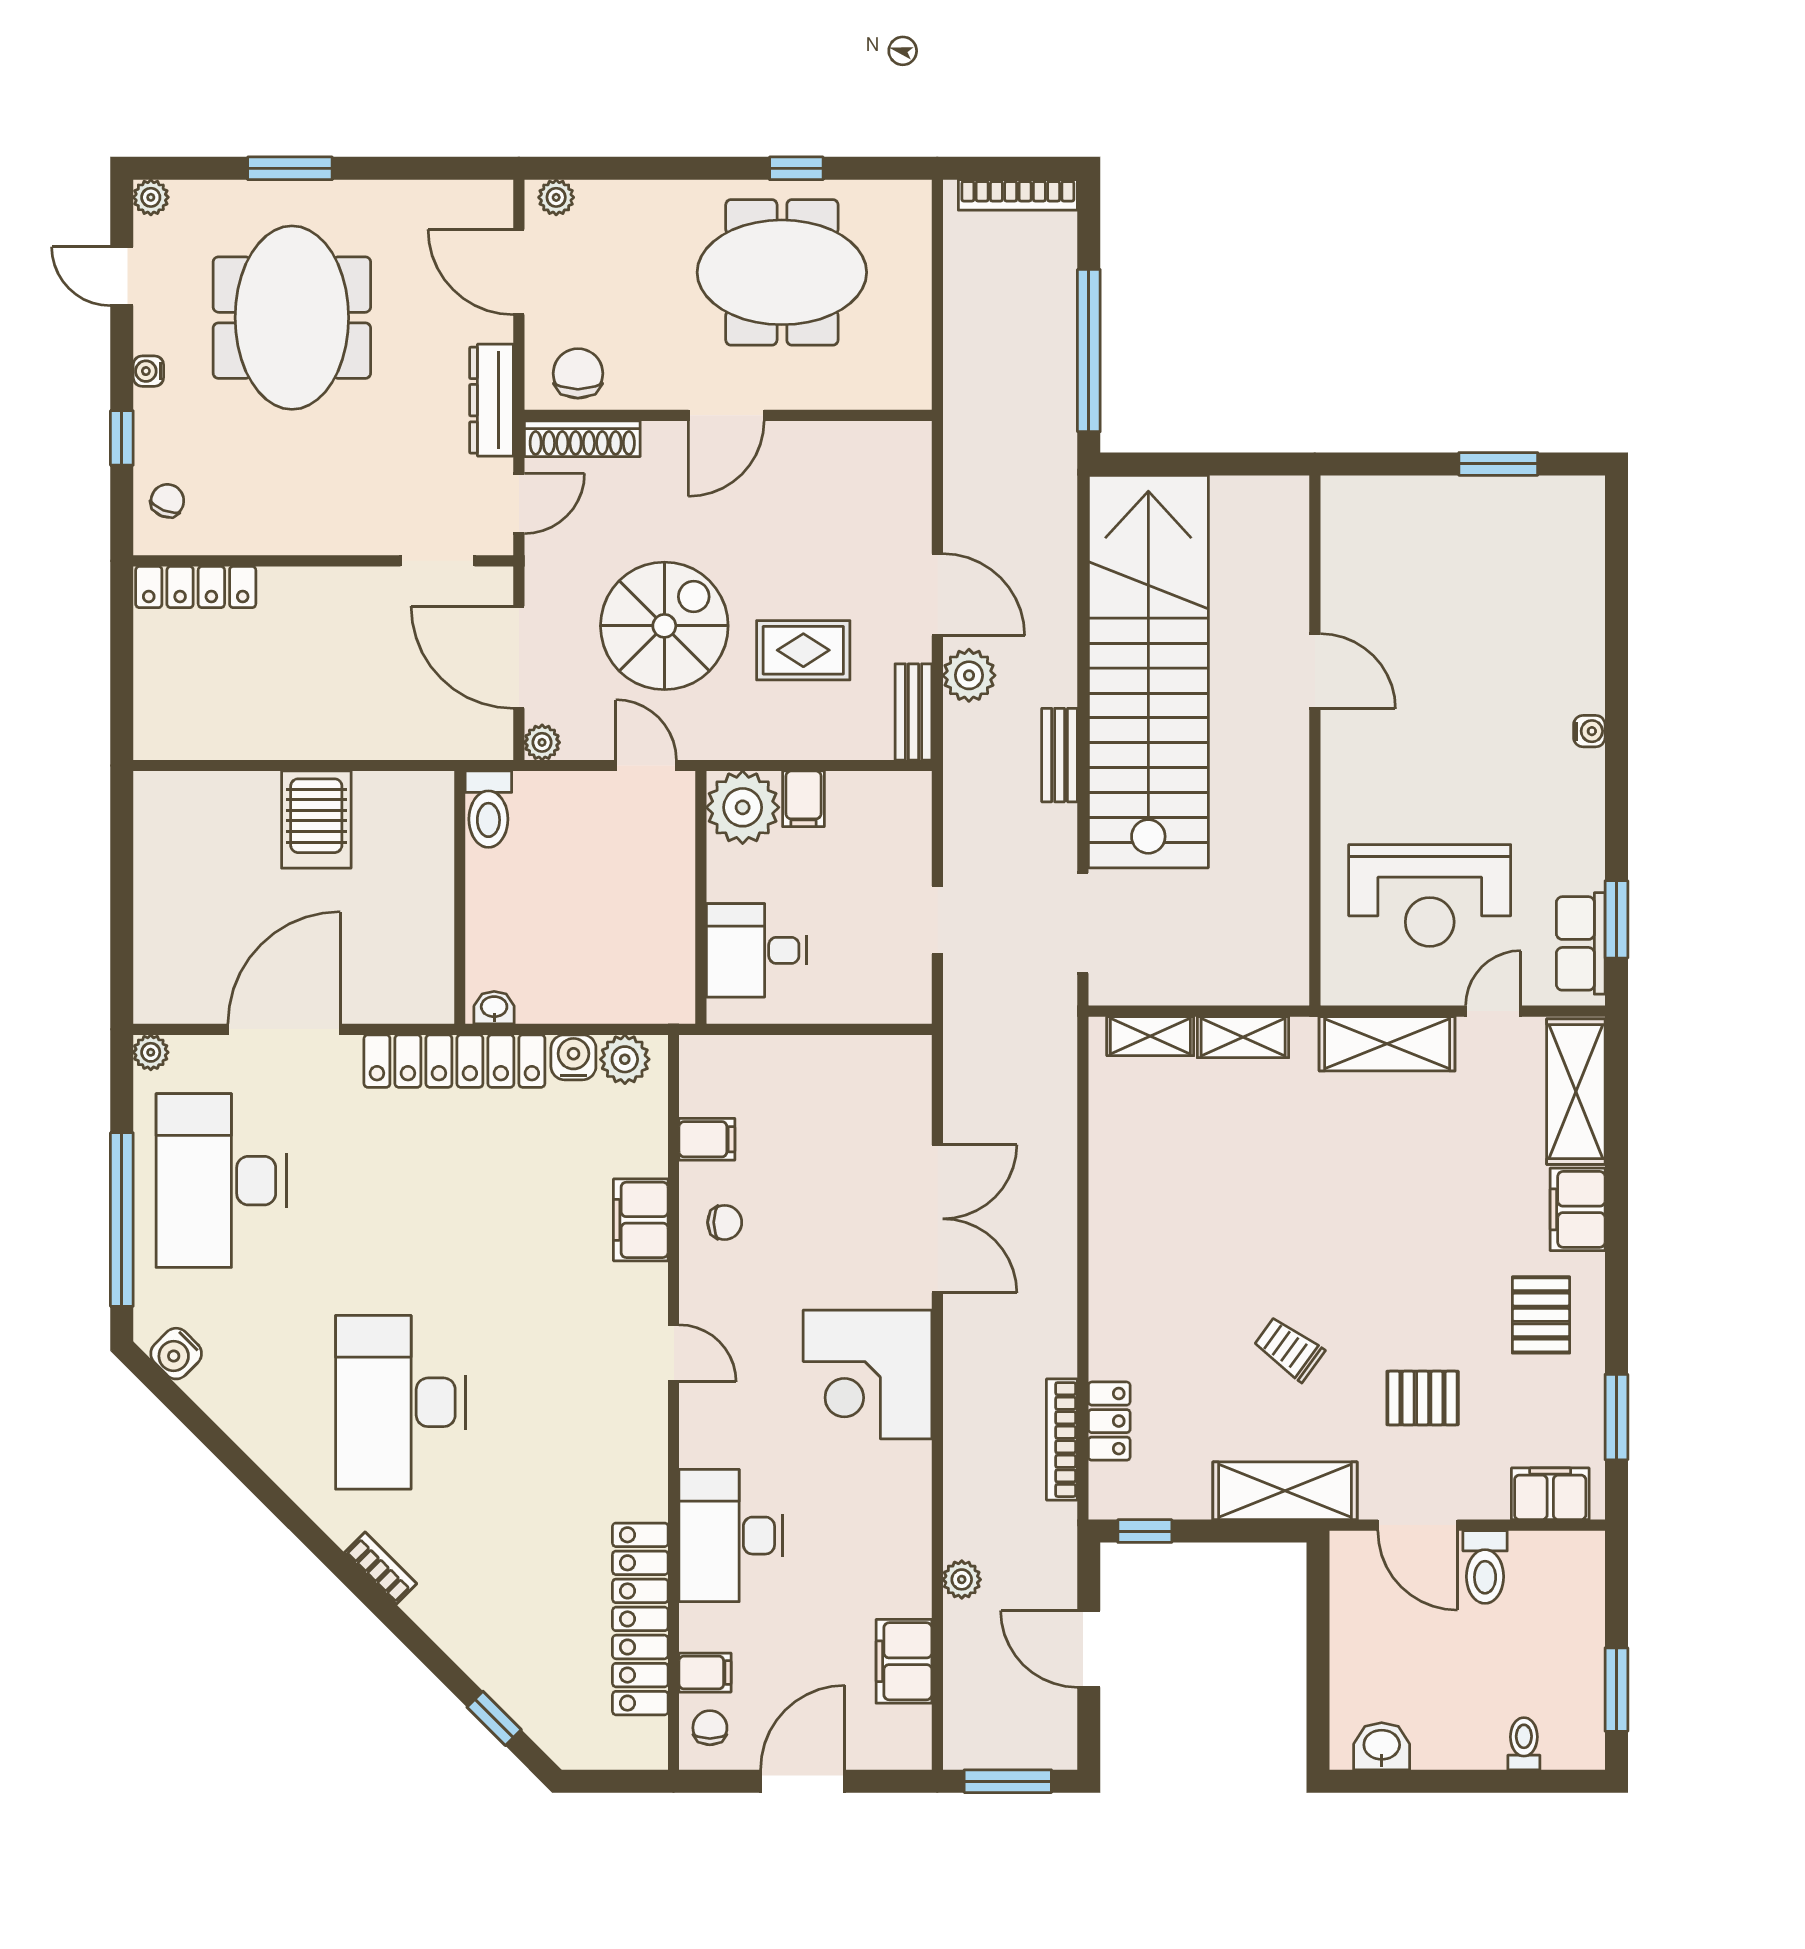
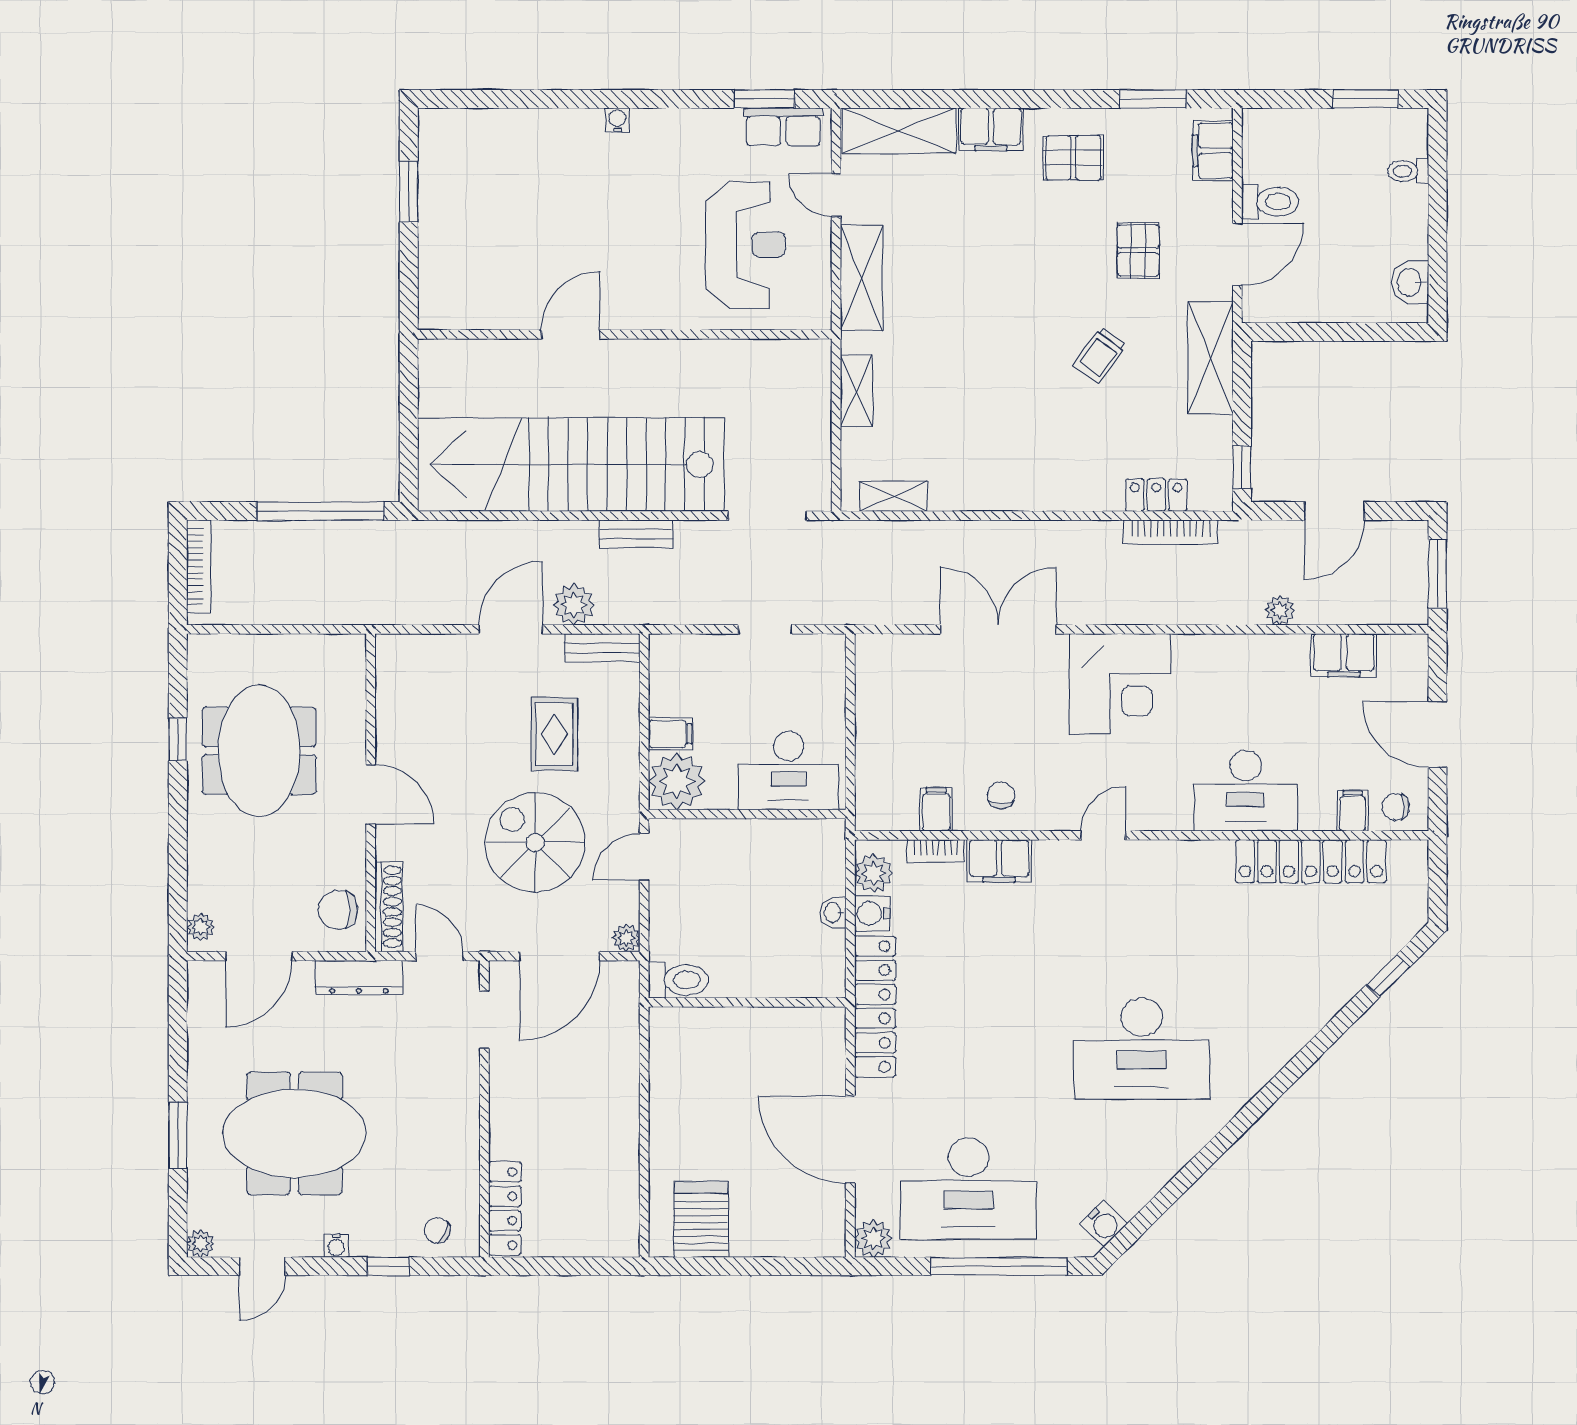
server rack: (316, 820) -> (701, 1219), moved, turned -90
desk: (757, 950) -> (789, 770), width x1.37
washbasin: (494, 1008) -> (833, 913), moved
shelving: (1150, 1036) -> (893, 496), moved, turned 90
plant: (151, 1052) -> (873, 1239), width x1.38, depth x1.38
bookcase: (381, 1568) -> (936, 851), moved, turned -135

